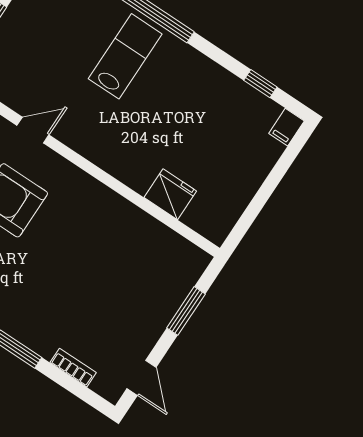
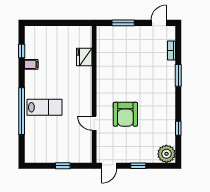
lab bench: (125, 56) -> (45, 107), turned 180
filing cabinet: (286, 127) -> (31, 64), moved

